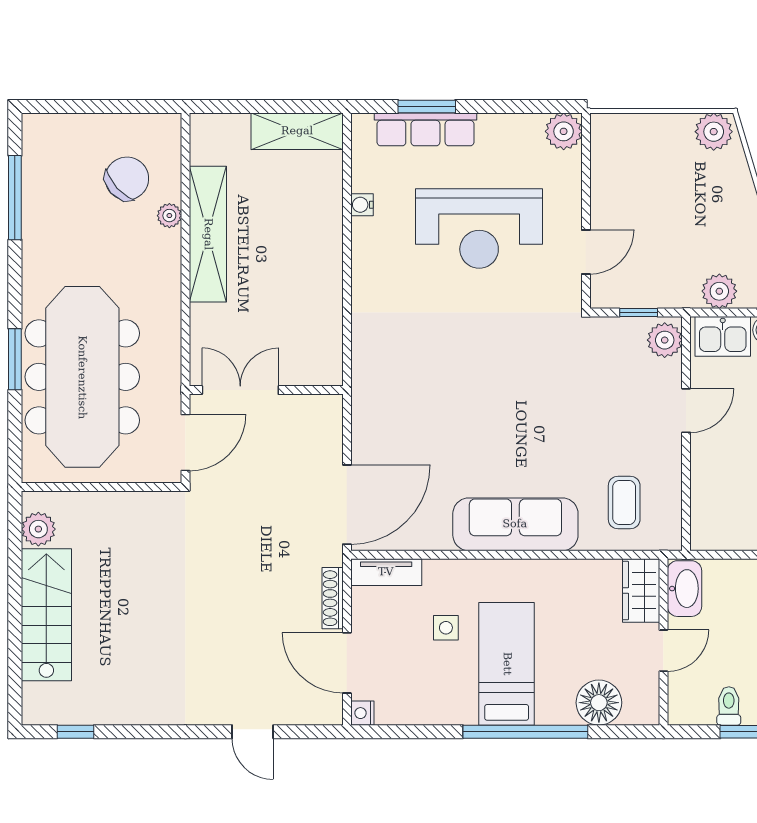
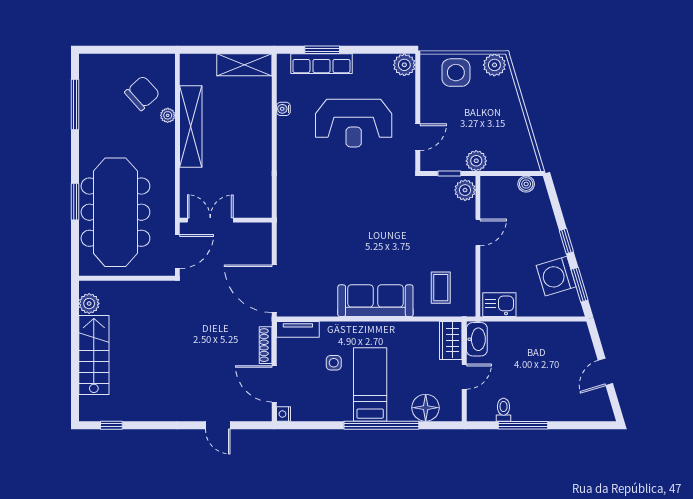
side table: (649, 144) -> (456, 73), added
plant: (719, 291) -> (476, 161), moved
kitchen sink: (723, 336) -> (499, 305), moved, turned 180
door: (347, 505) -> (274, 289), swing flipped

